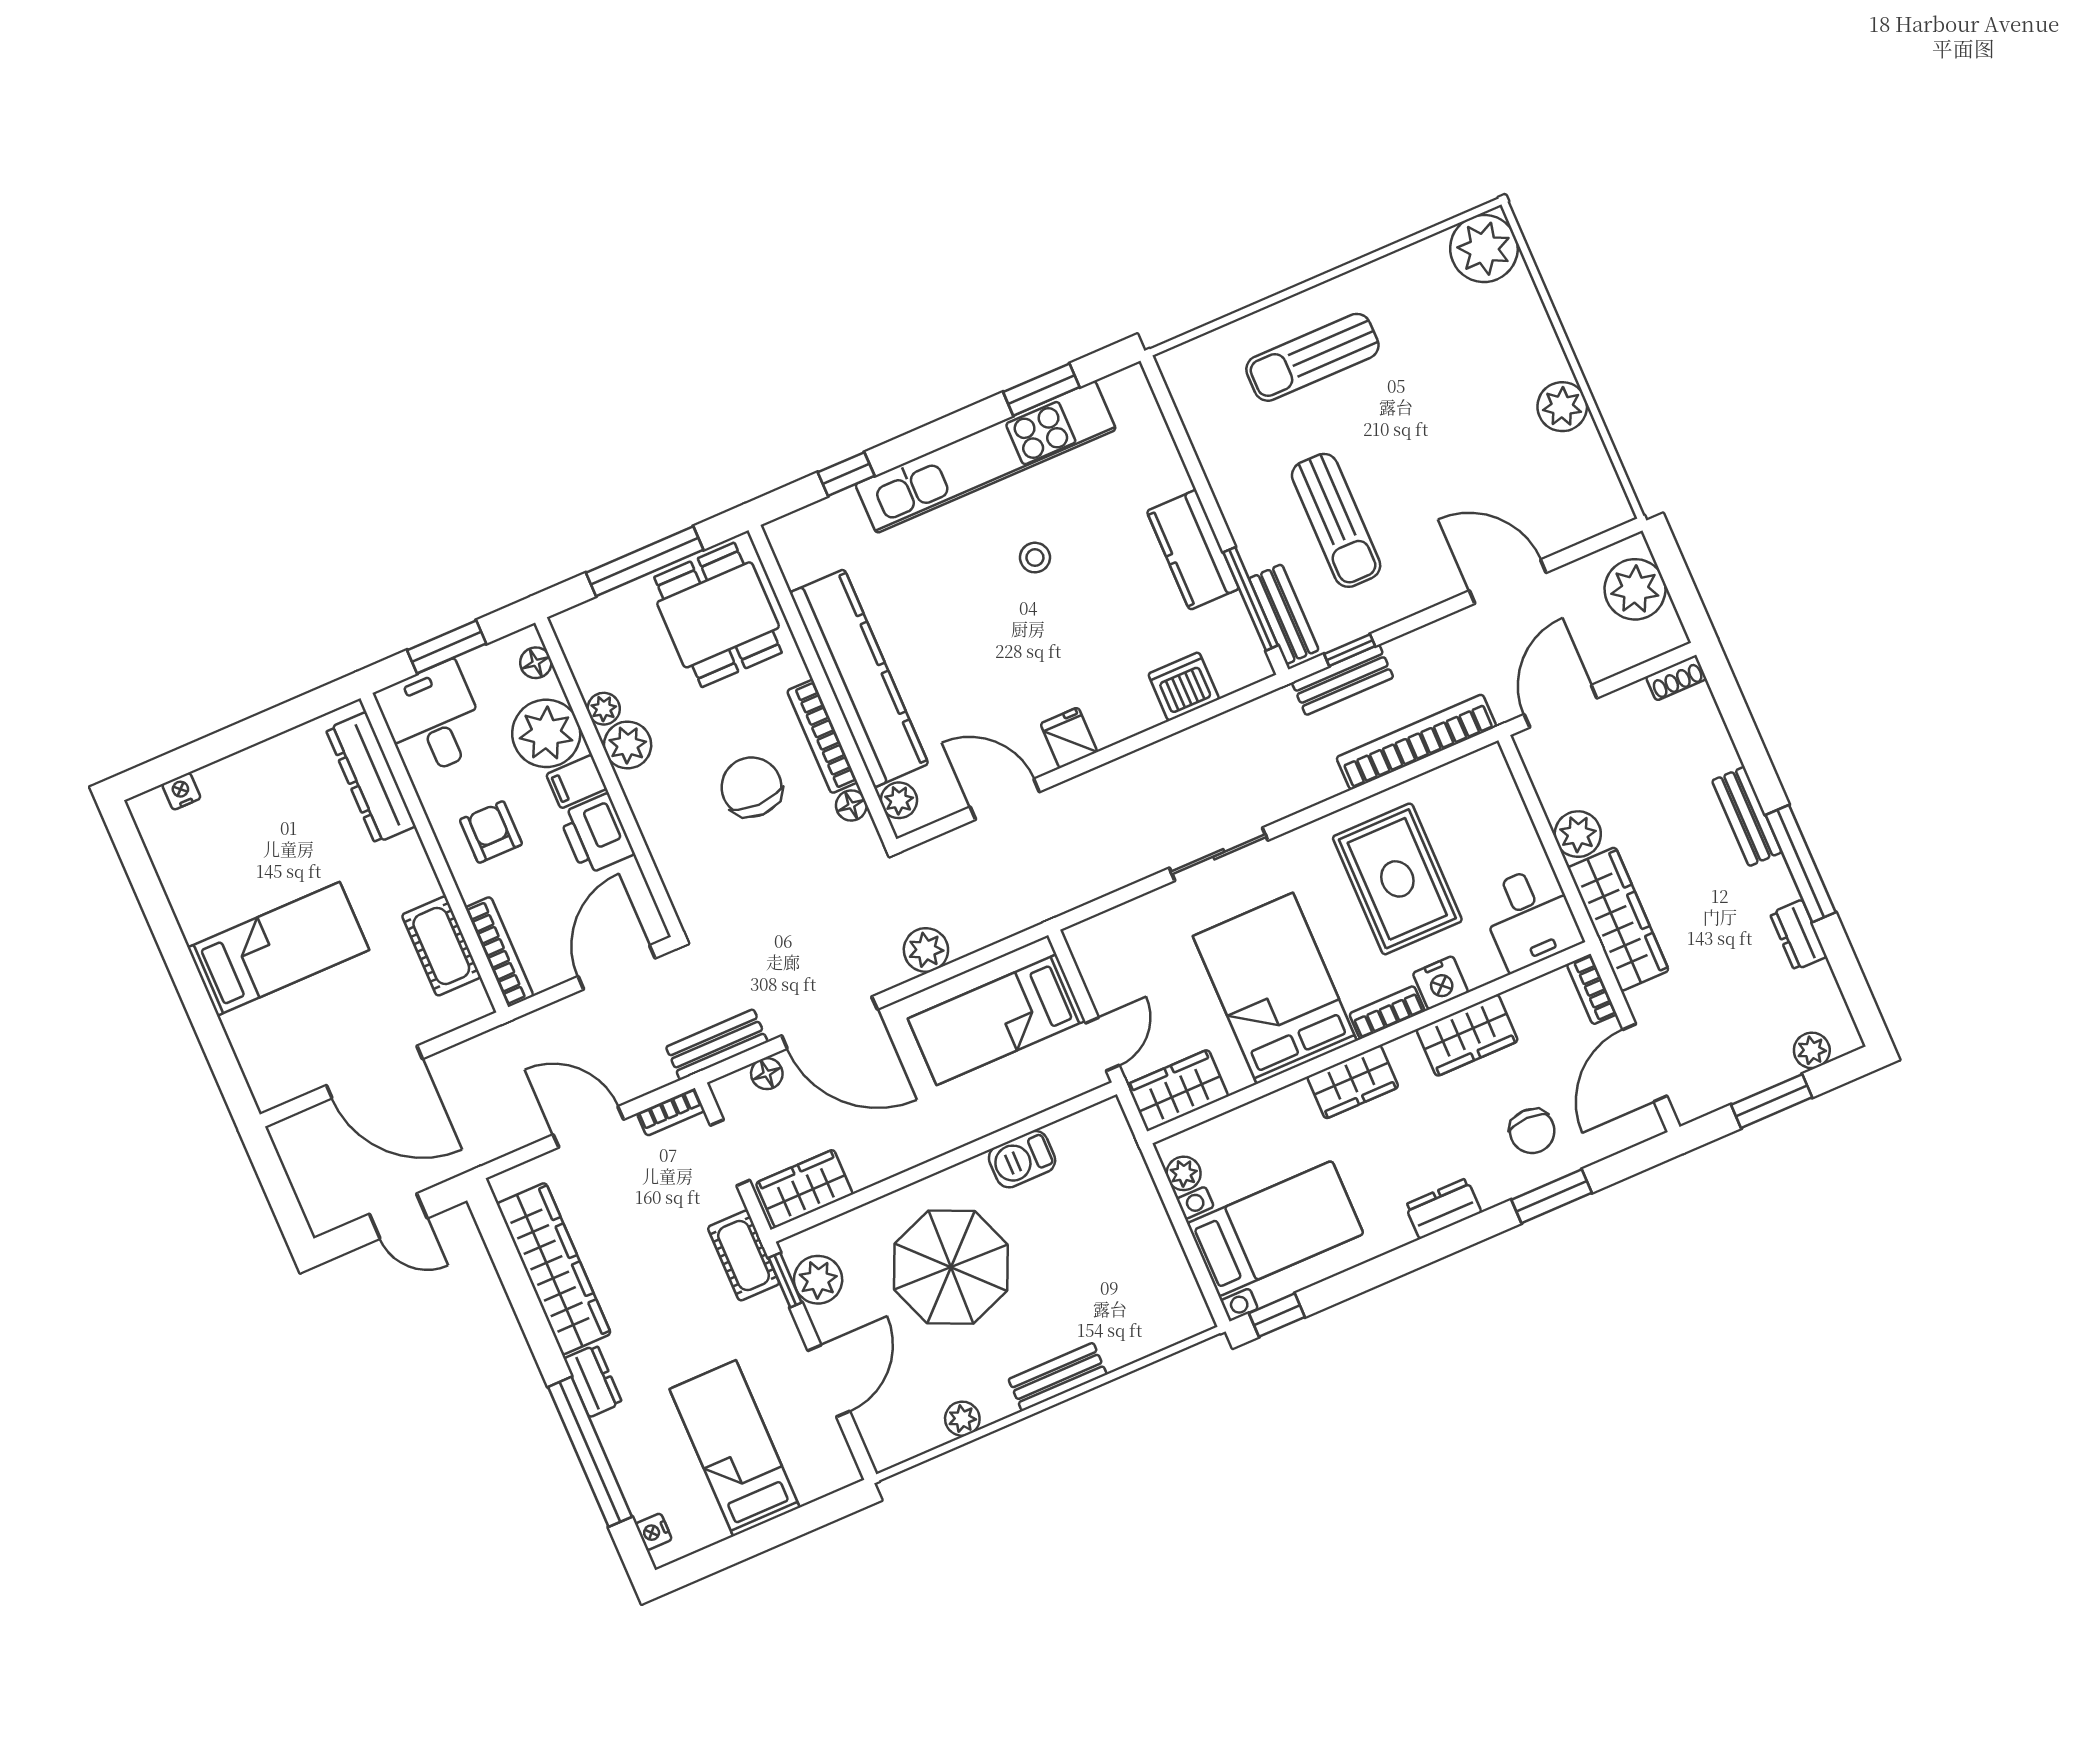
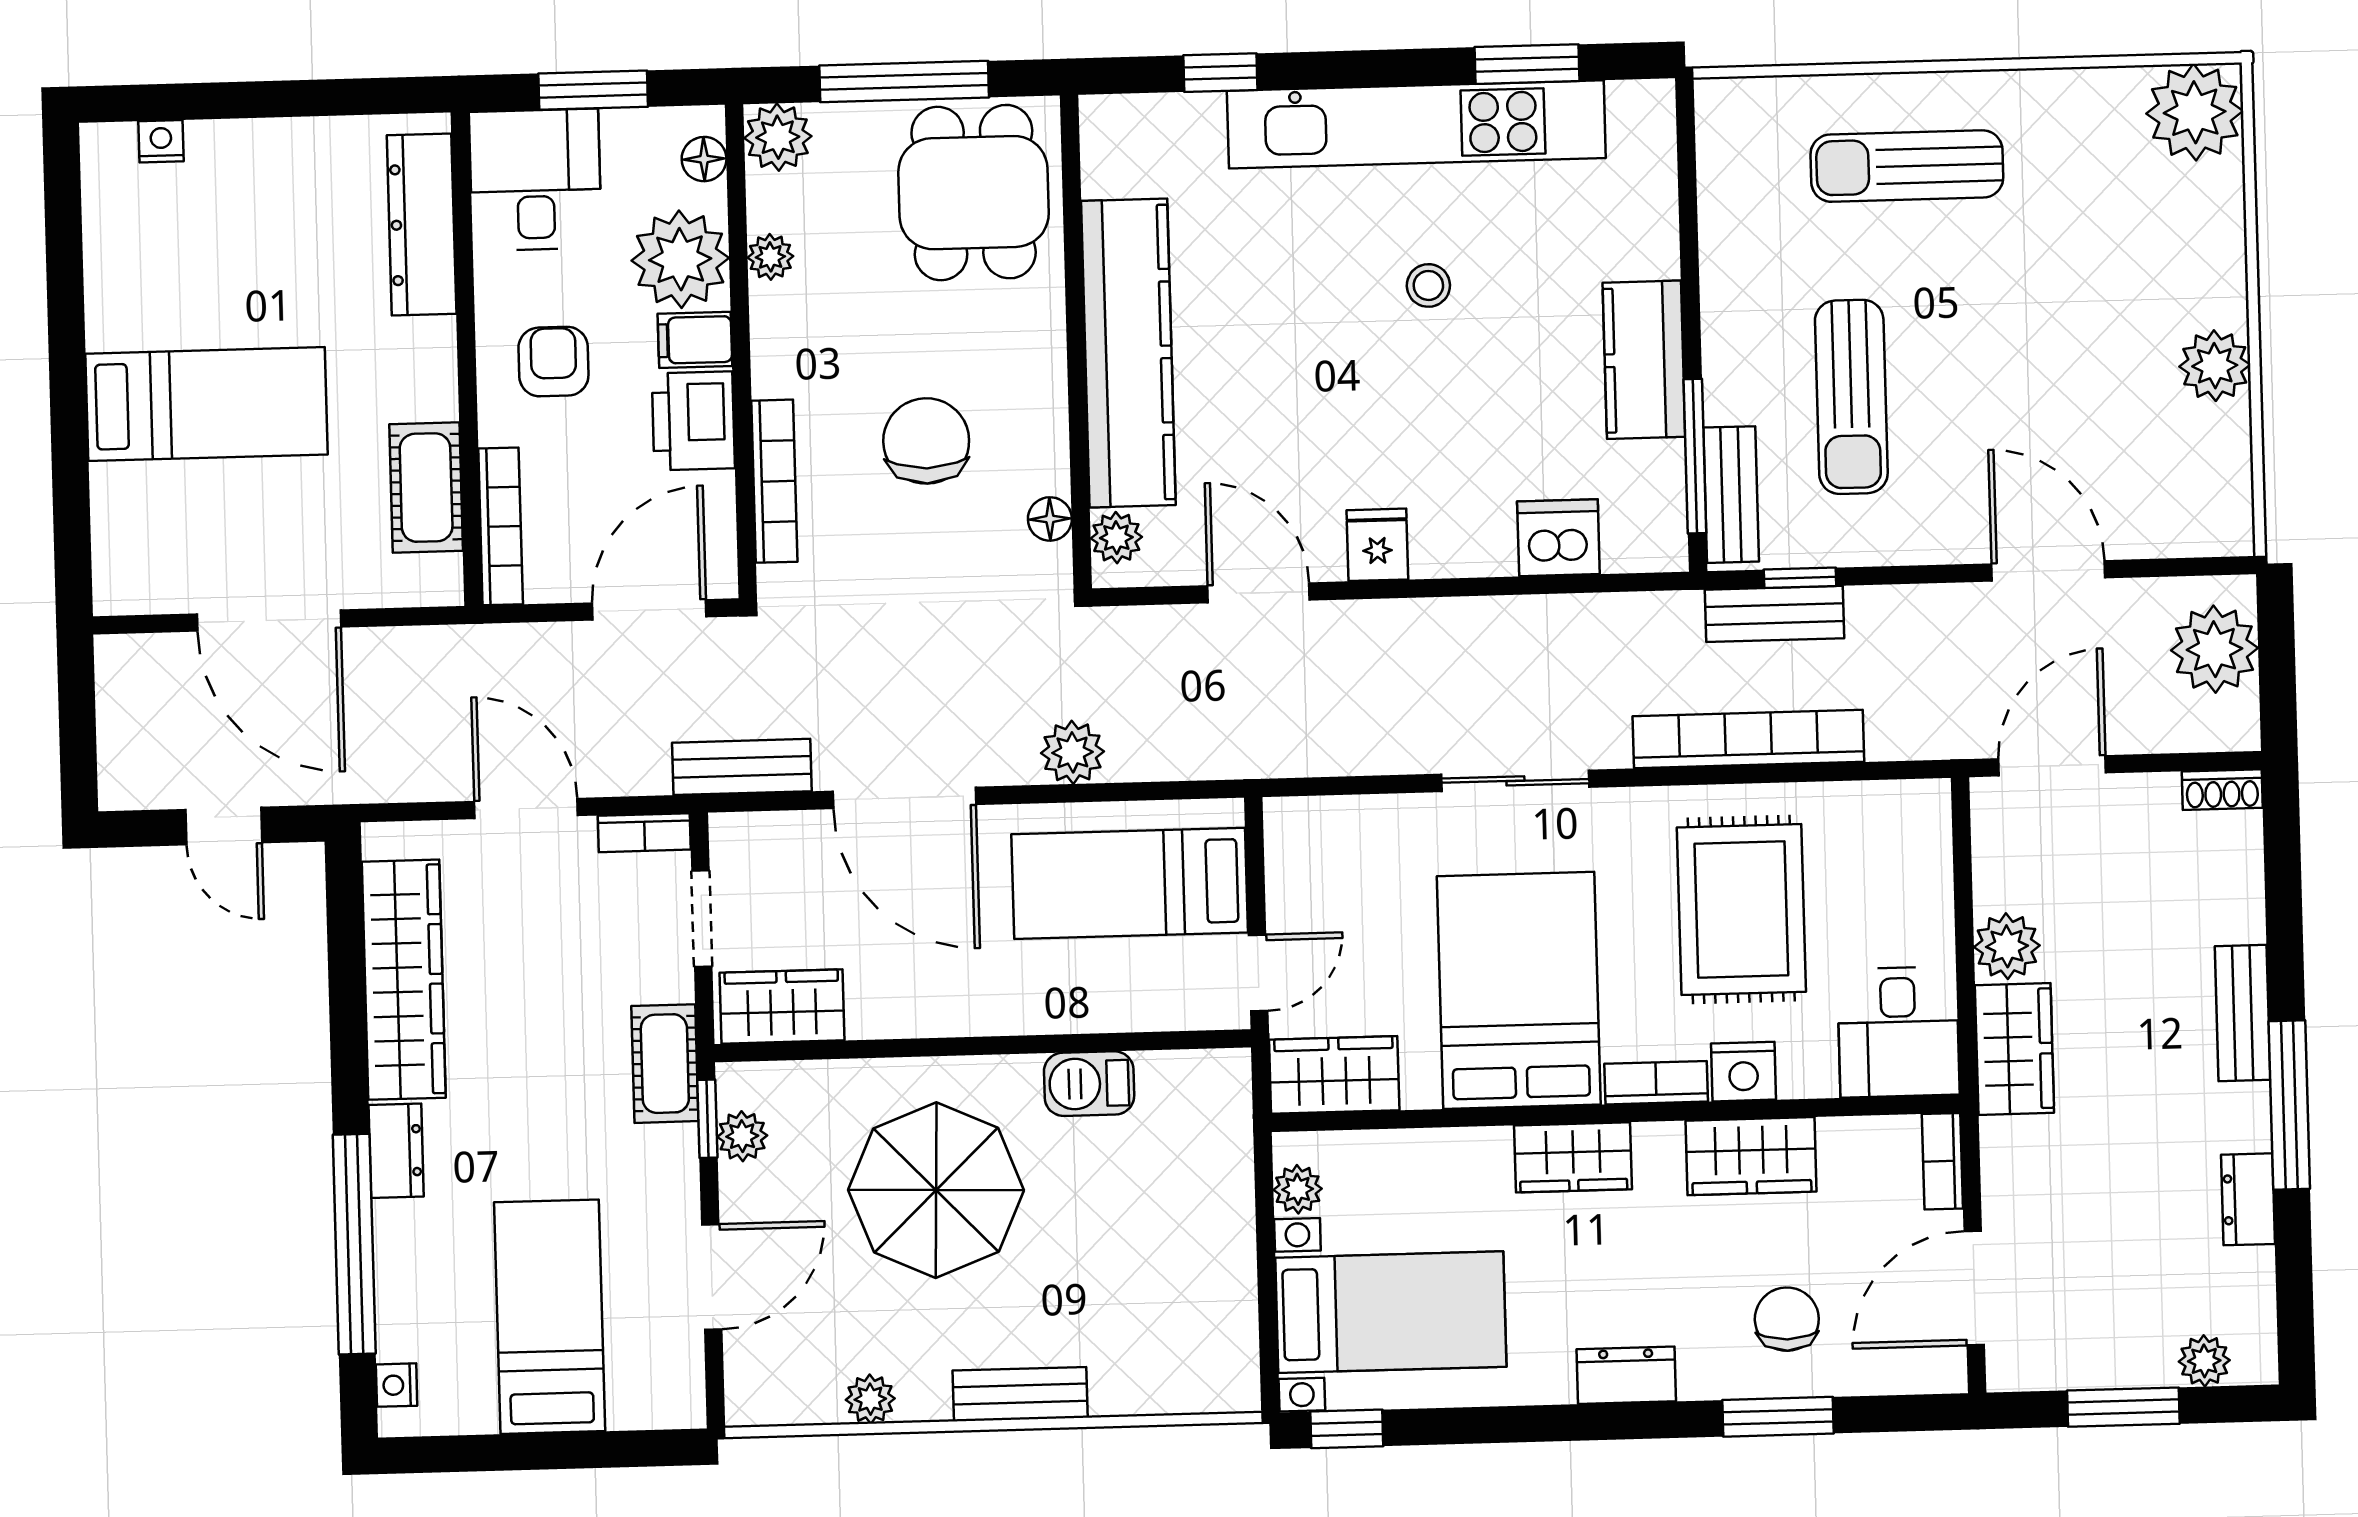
bookcase: (822, 736) -> (774, 481), moved, turned 180
bookcase: (1416, 742) -> (1748, 739), moved
plant: (628, 745) -> (778, 137), moved
wardrobe: (1618, 919) -> (2014, 1049), width x0.67
floor lamp: (767, 1074) -> (793, 833), removed
chair: (1532, 1131) -> (1787, 1319), turned 180
plant: (818, 1280) -> (742, 1136), width x0.73, depth x0.73

